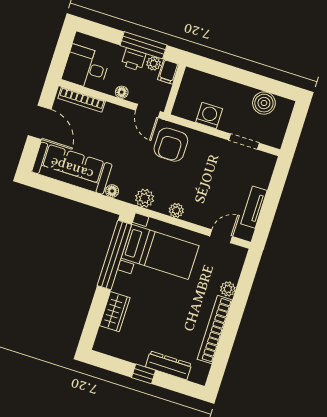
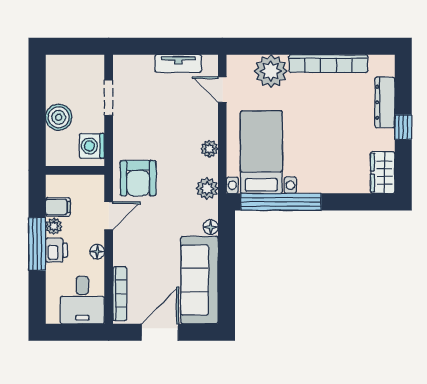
wall: (175, 89) -> (75, 170), moved
boiler: (264, 103) -> (59, 117), moved
armchair: (171, 145) -> (138, 178), turned 90
plant: (228, 289) -> (271, 71), width x1.88, depth x1.88
wardrobe: (115, 312) -> (383, 173), moved, turned -90

